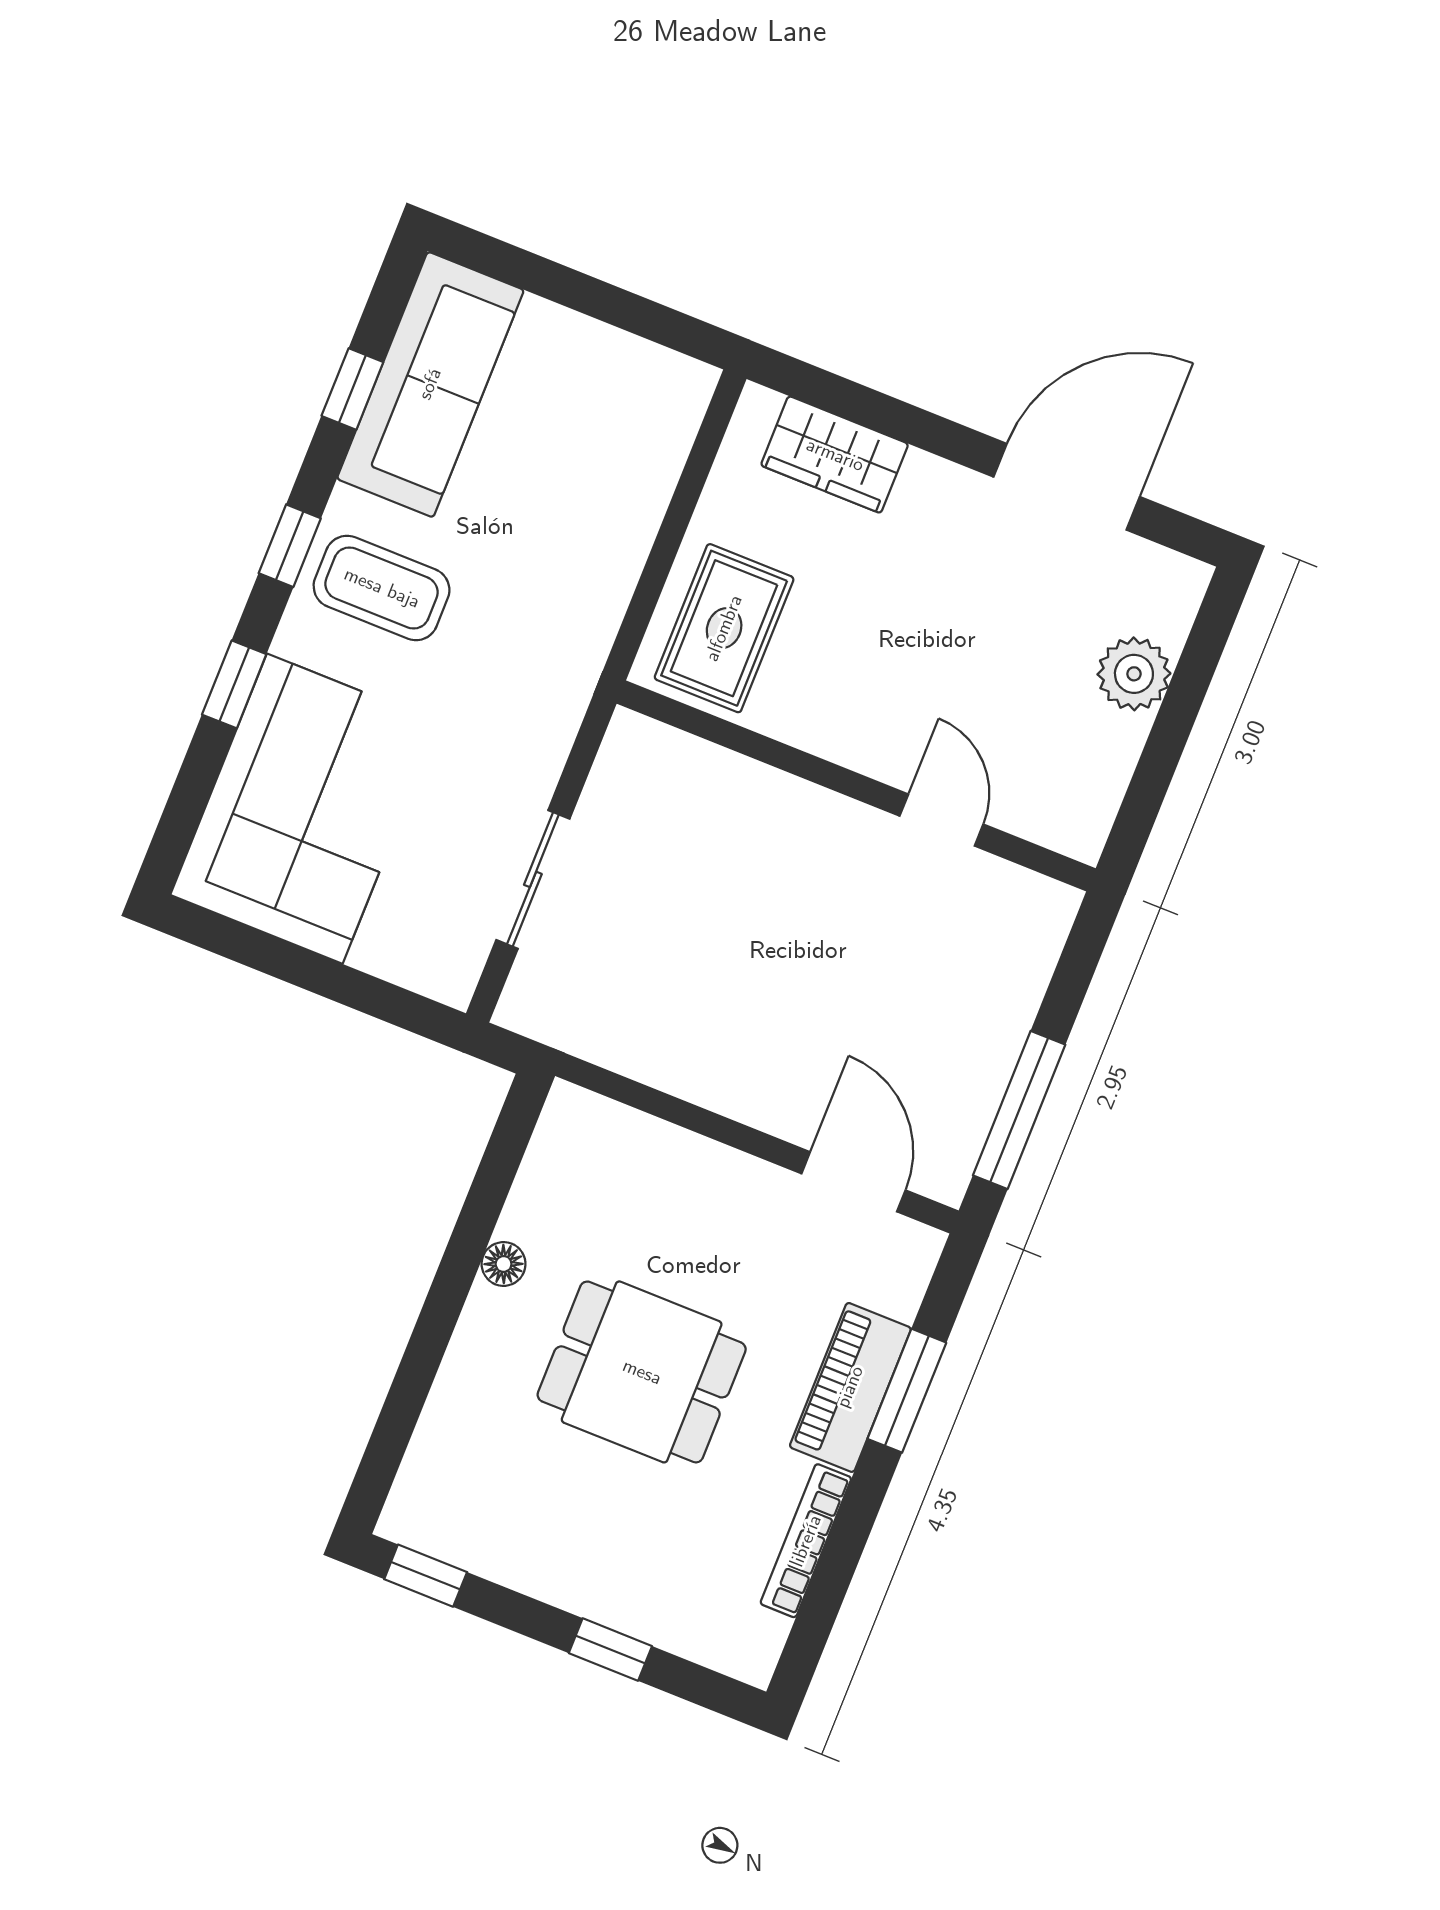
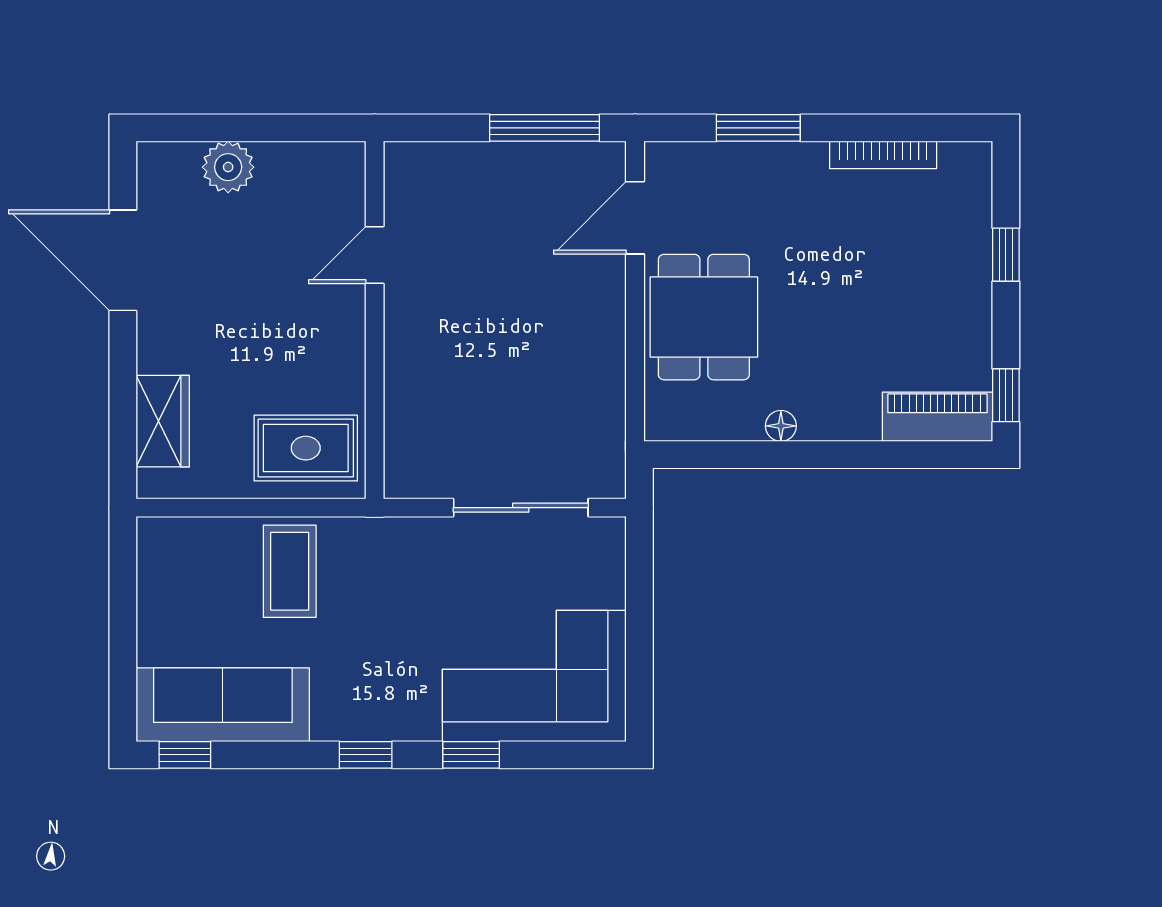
window: (352, 389) -> (185, 755), moved
coffee table: (382, 588) -> (290, 571), moved
sliding door: (533, 879) -> (521, 508), width x1.37
dining table: (642, 1372) -> (704, 317), moved
piano: (850, 1387) -> (937, 417), moved, turned 180

